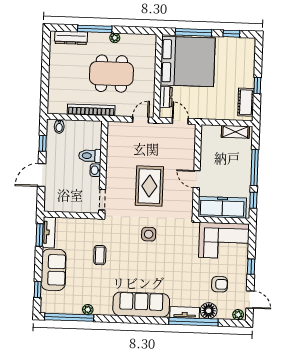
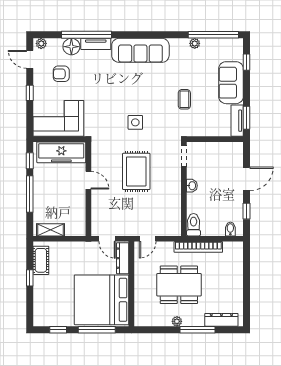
dresser: (166, 97) -> (123, 258), width x1.44
toilet: (90, 156) -> (194, 225), moved, turned -90

